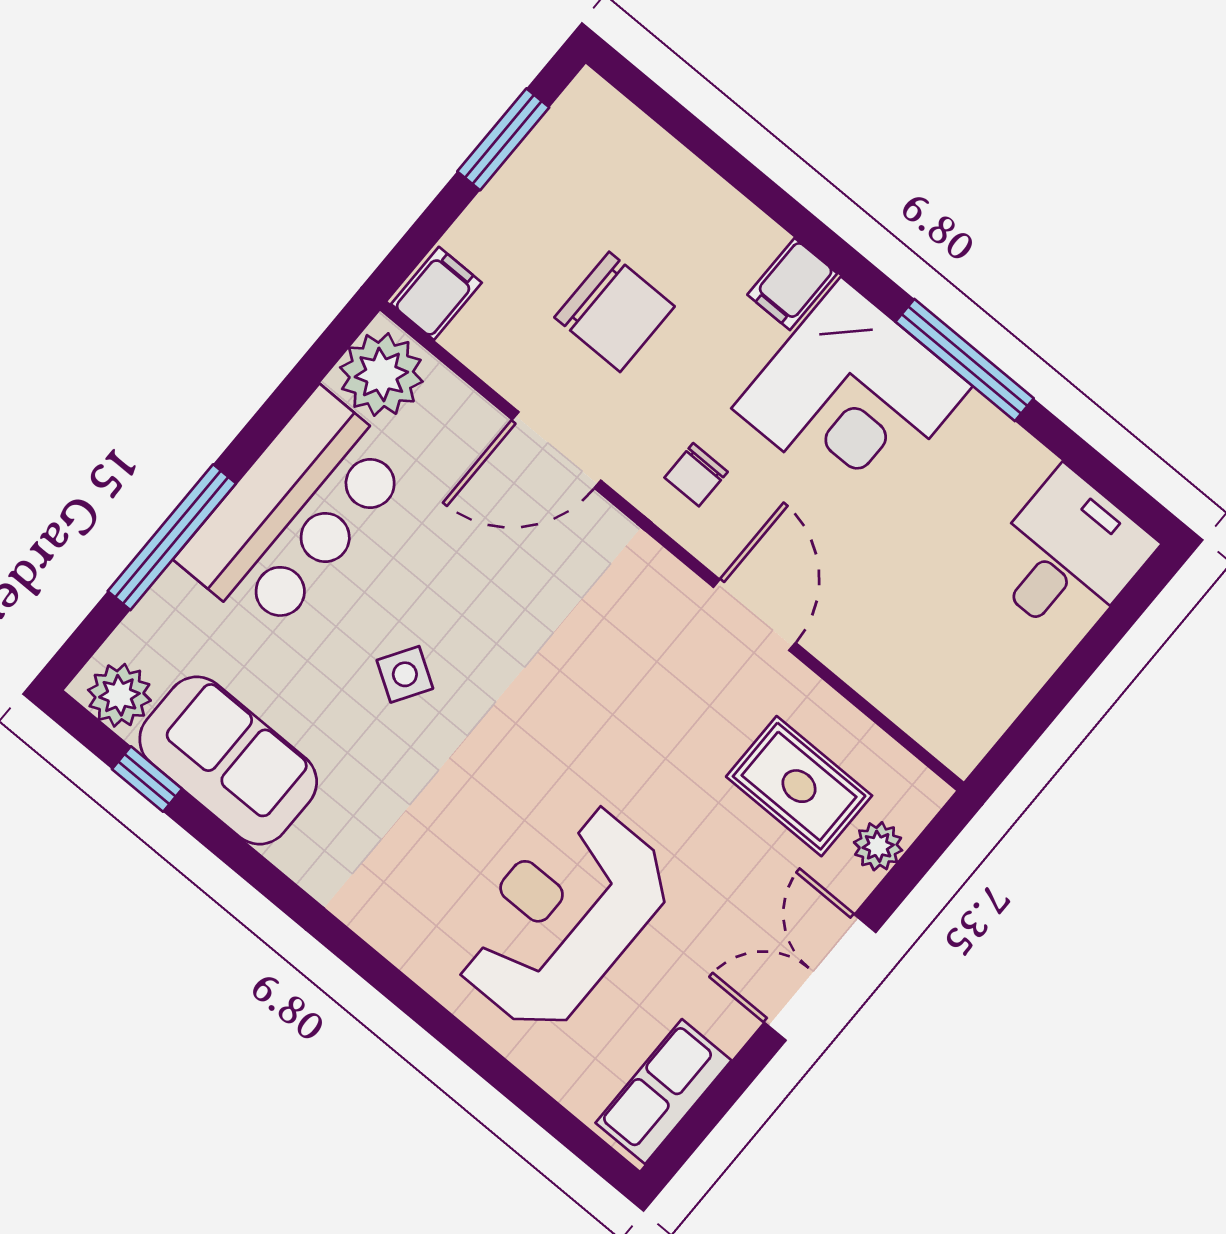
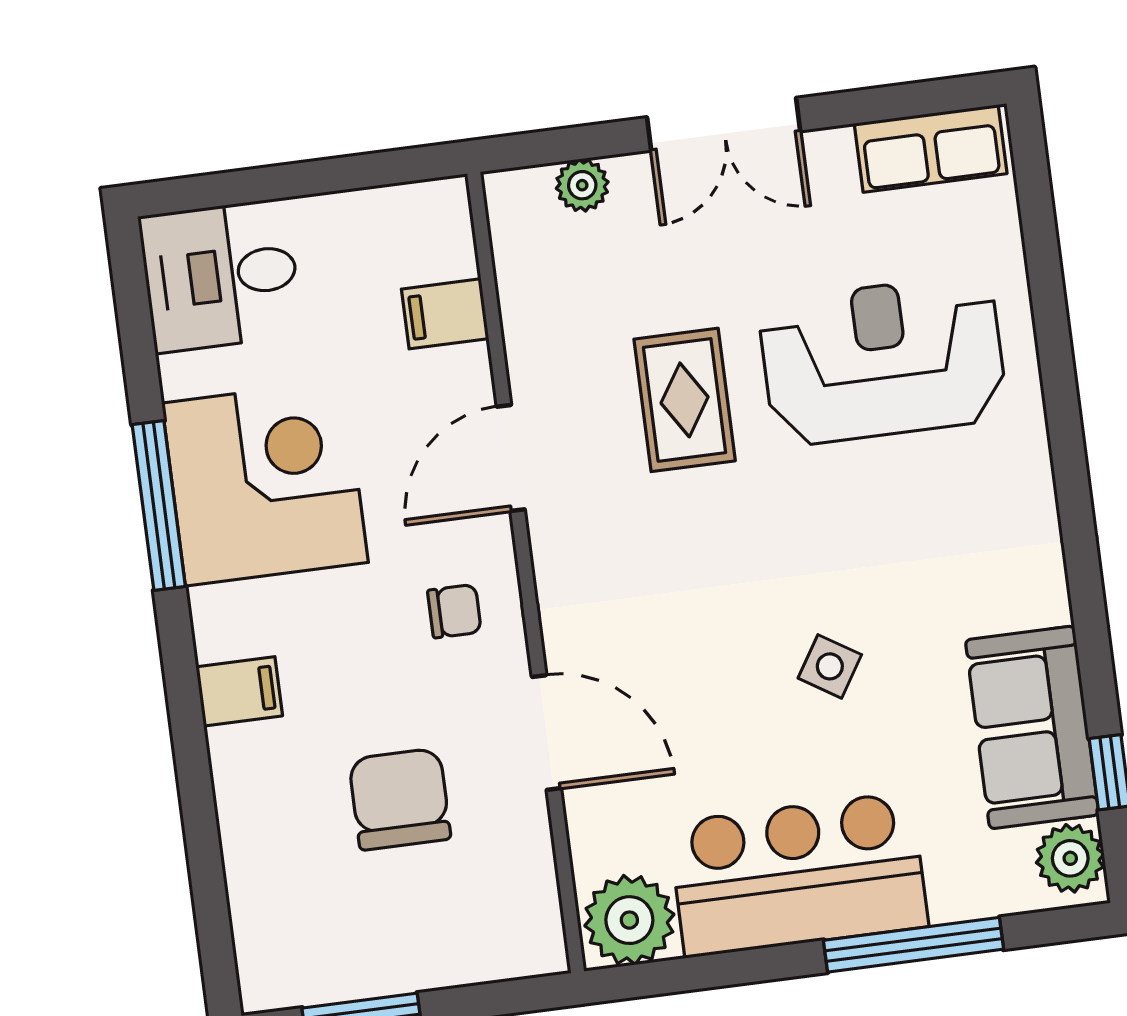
filing cabinet: (436, 293) -> (445, 314), moved
corner desk: (852, 397) -> (265, 483), moved
rug: (799, 786) -> (685, 400), moved
reception desk: (562, 917) -> (883, 360), turned 180

